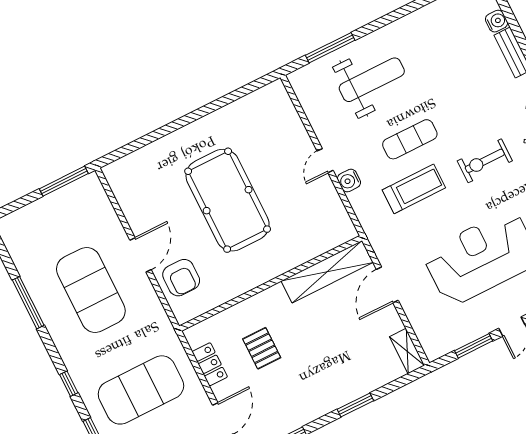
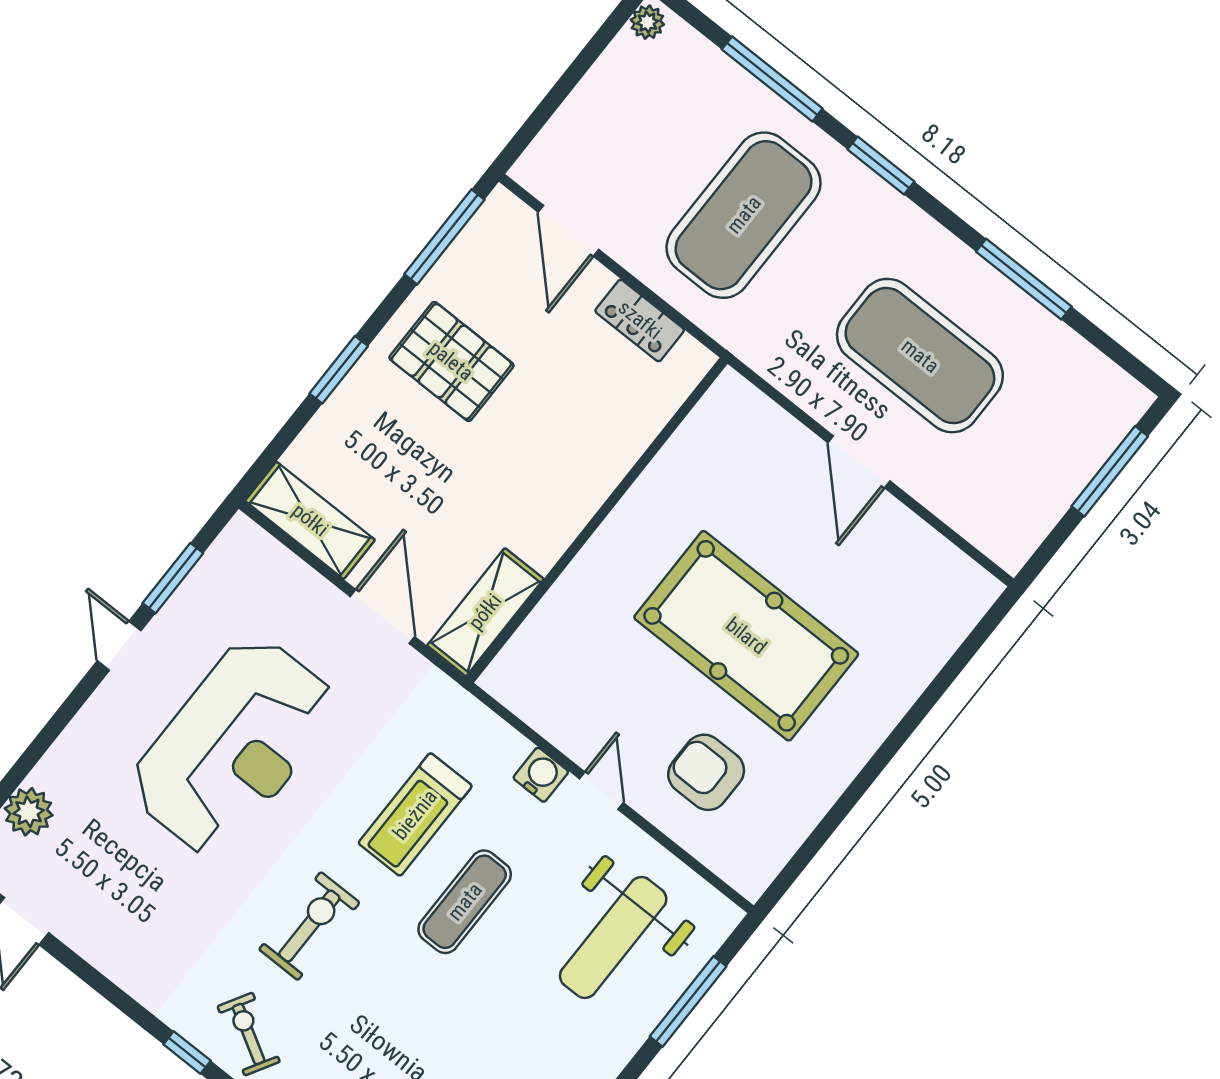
weight bench: (372, 80) -> (613, 937), moved
window: (64, 181) -> (1110, 471), moved
shelving: (327, 272) -> (485, 612), width x0.68
armchair: (181, 278) -> (706, 772), moved
pallet: (262, 348) -> (451, 361), moved, width x1.50, depth x1.42
shelving: (407, 351) -> (310, 520), width x1.50, depth x1.33
window: (69, 384) -> (881, 165), width x1.50

